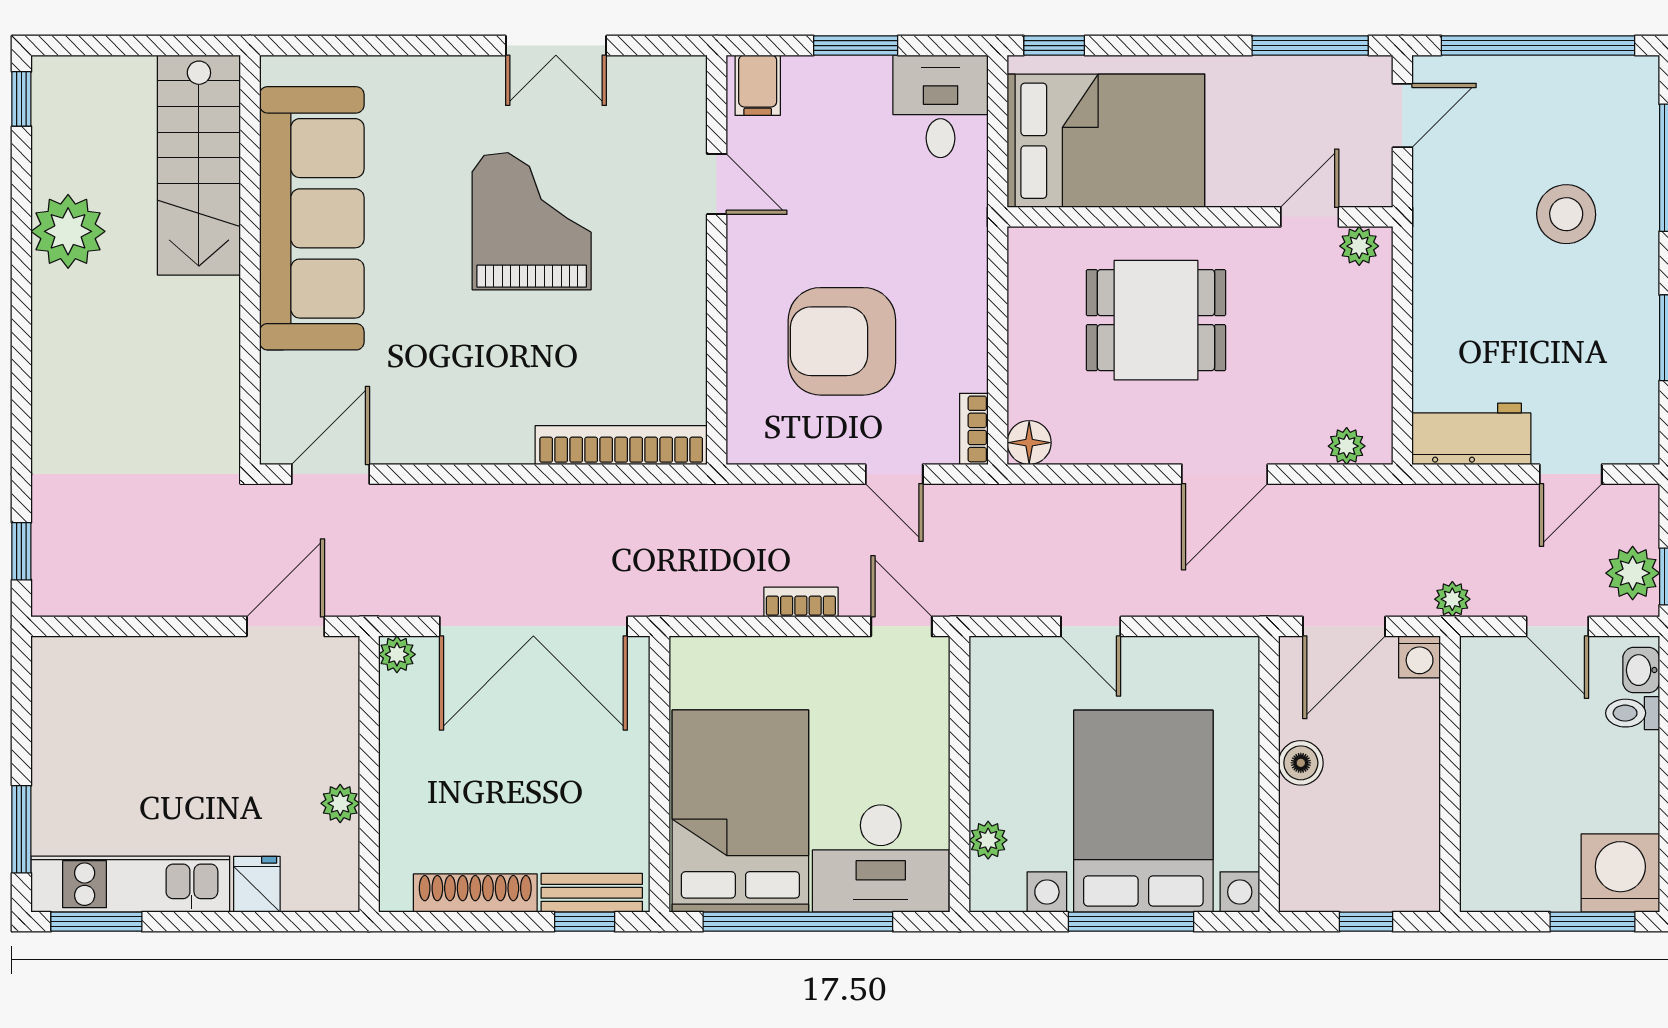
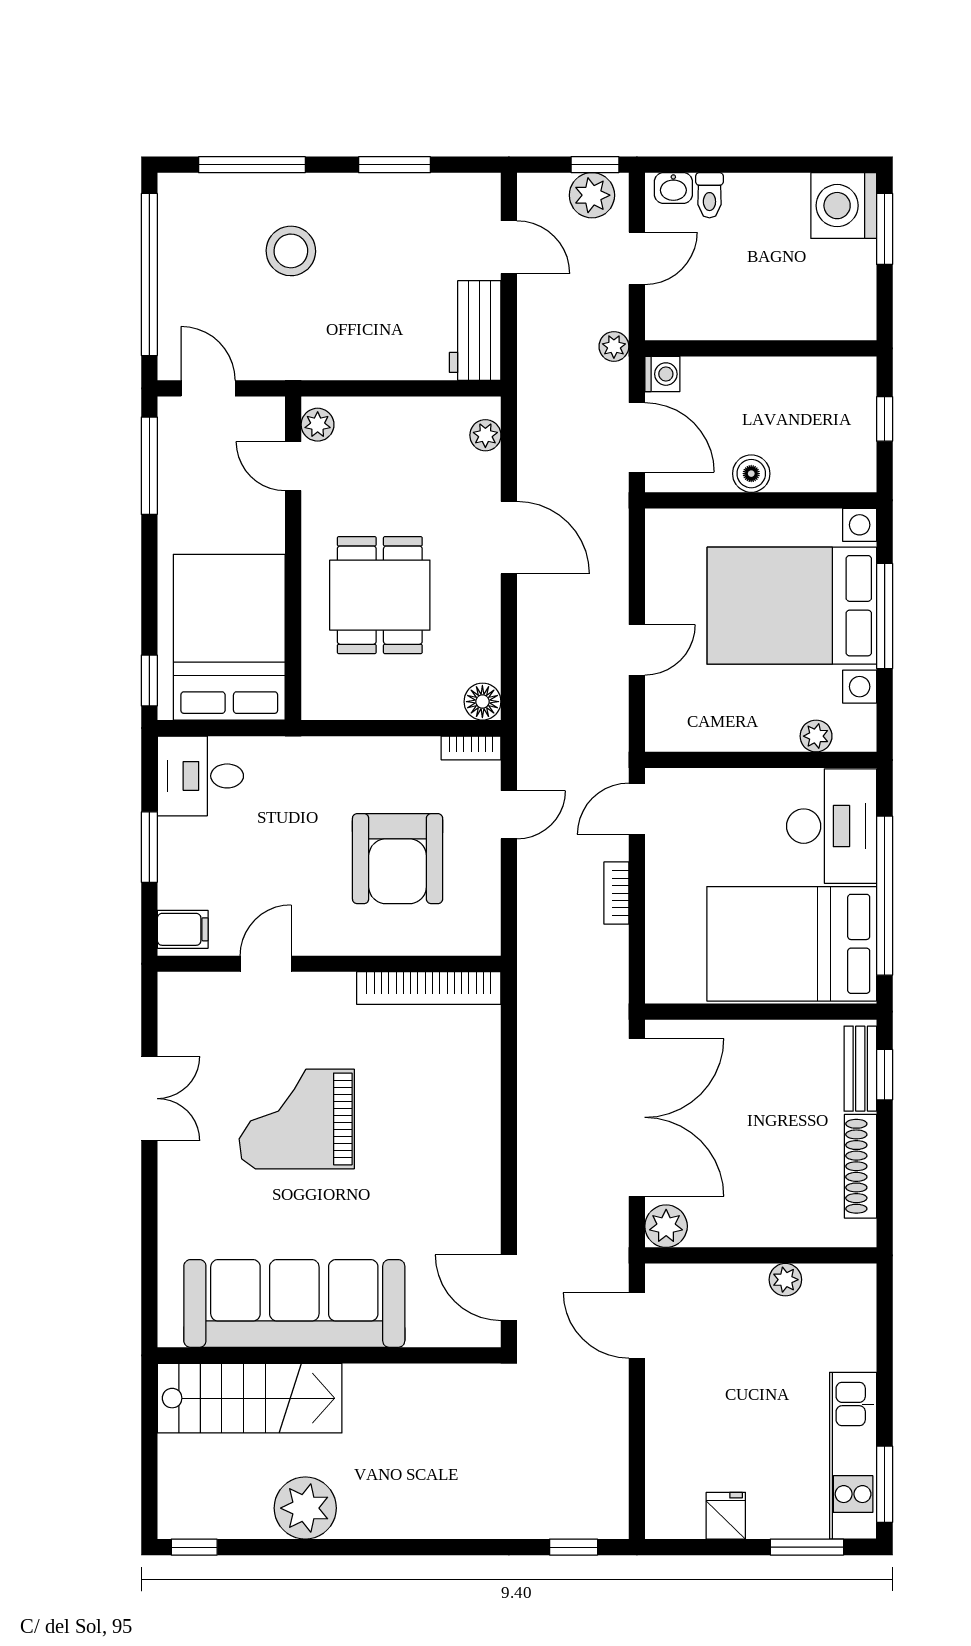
bookcase: (621, 445) -> (429, 988), moved, turned -90
plant: (397, 654) -> (666, 1226), width x1.38, depth x1.38
fridge: (257, 884) -> (726, 1516), moved, turned 90

